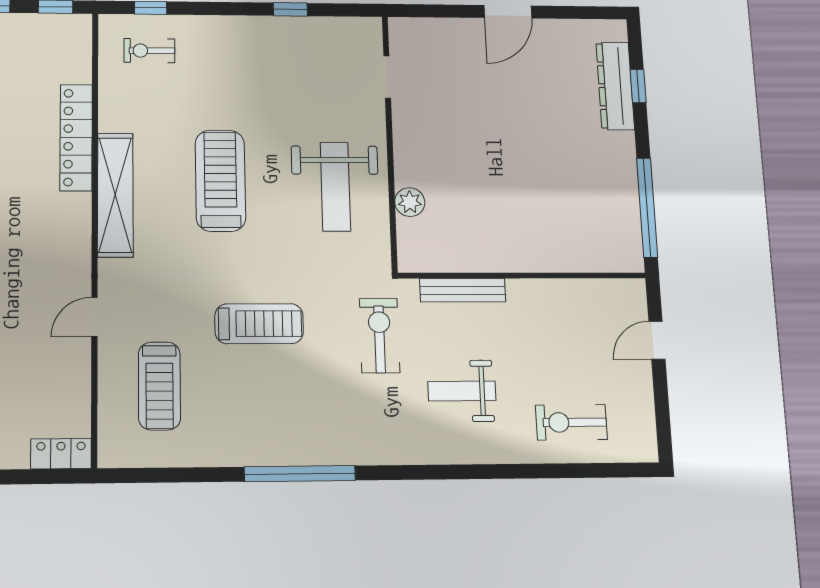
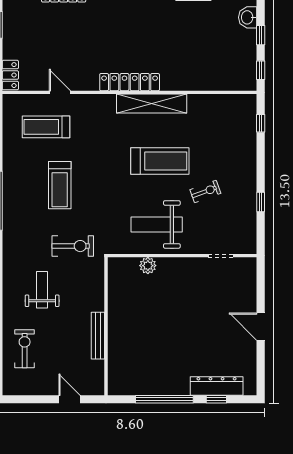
exercise bike: (149, 51) -> (205, 191), moved, turned 70
locker: (76, 137) -> (130, 82), moved
window: (647, 208) -> (164, 399), moved
bench: (463, 290) -> (98, 336), moved
door: (94, 317) -> (60, 92), moved
treadmill: (259, 324) -> (60, 185), moved

